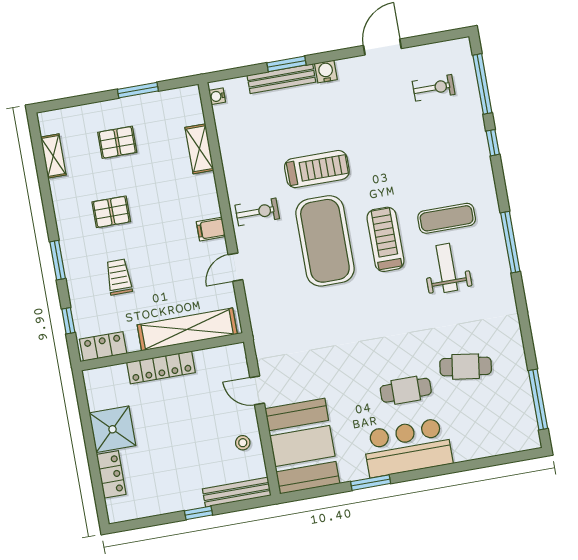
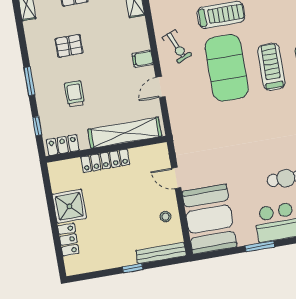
exercise bike: (257, 212) -> (177, 46), turned 67

